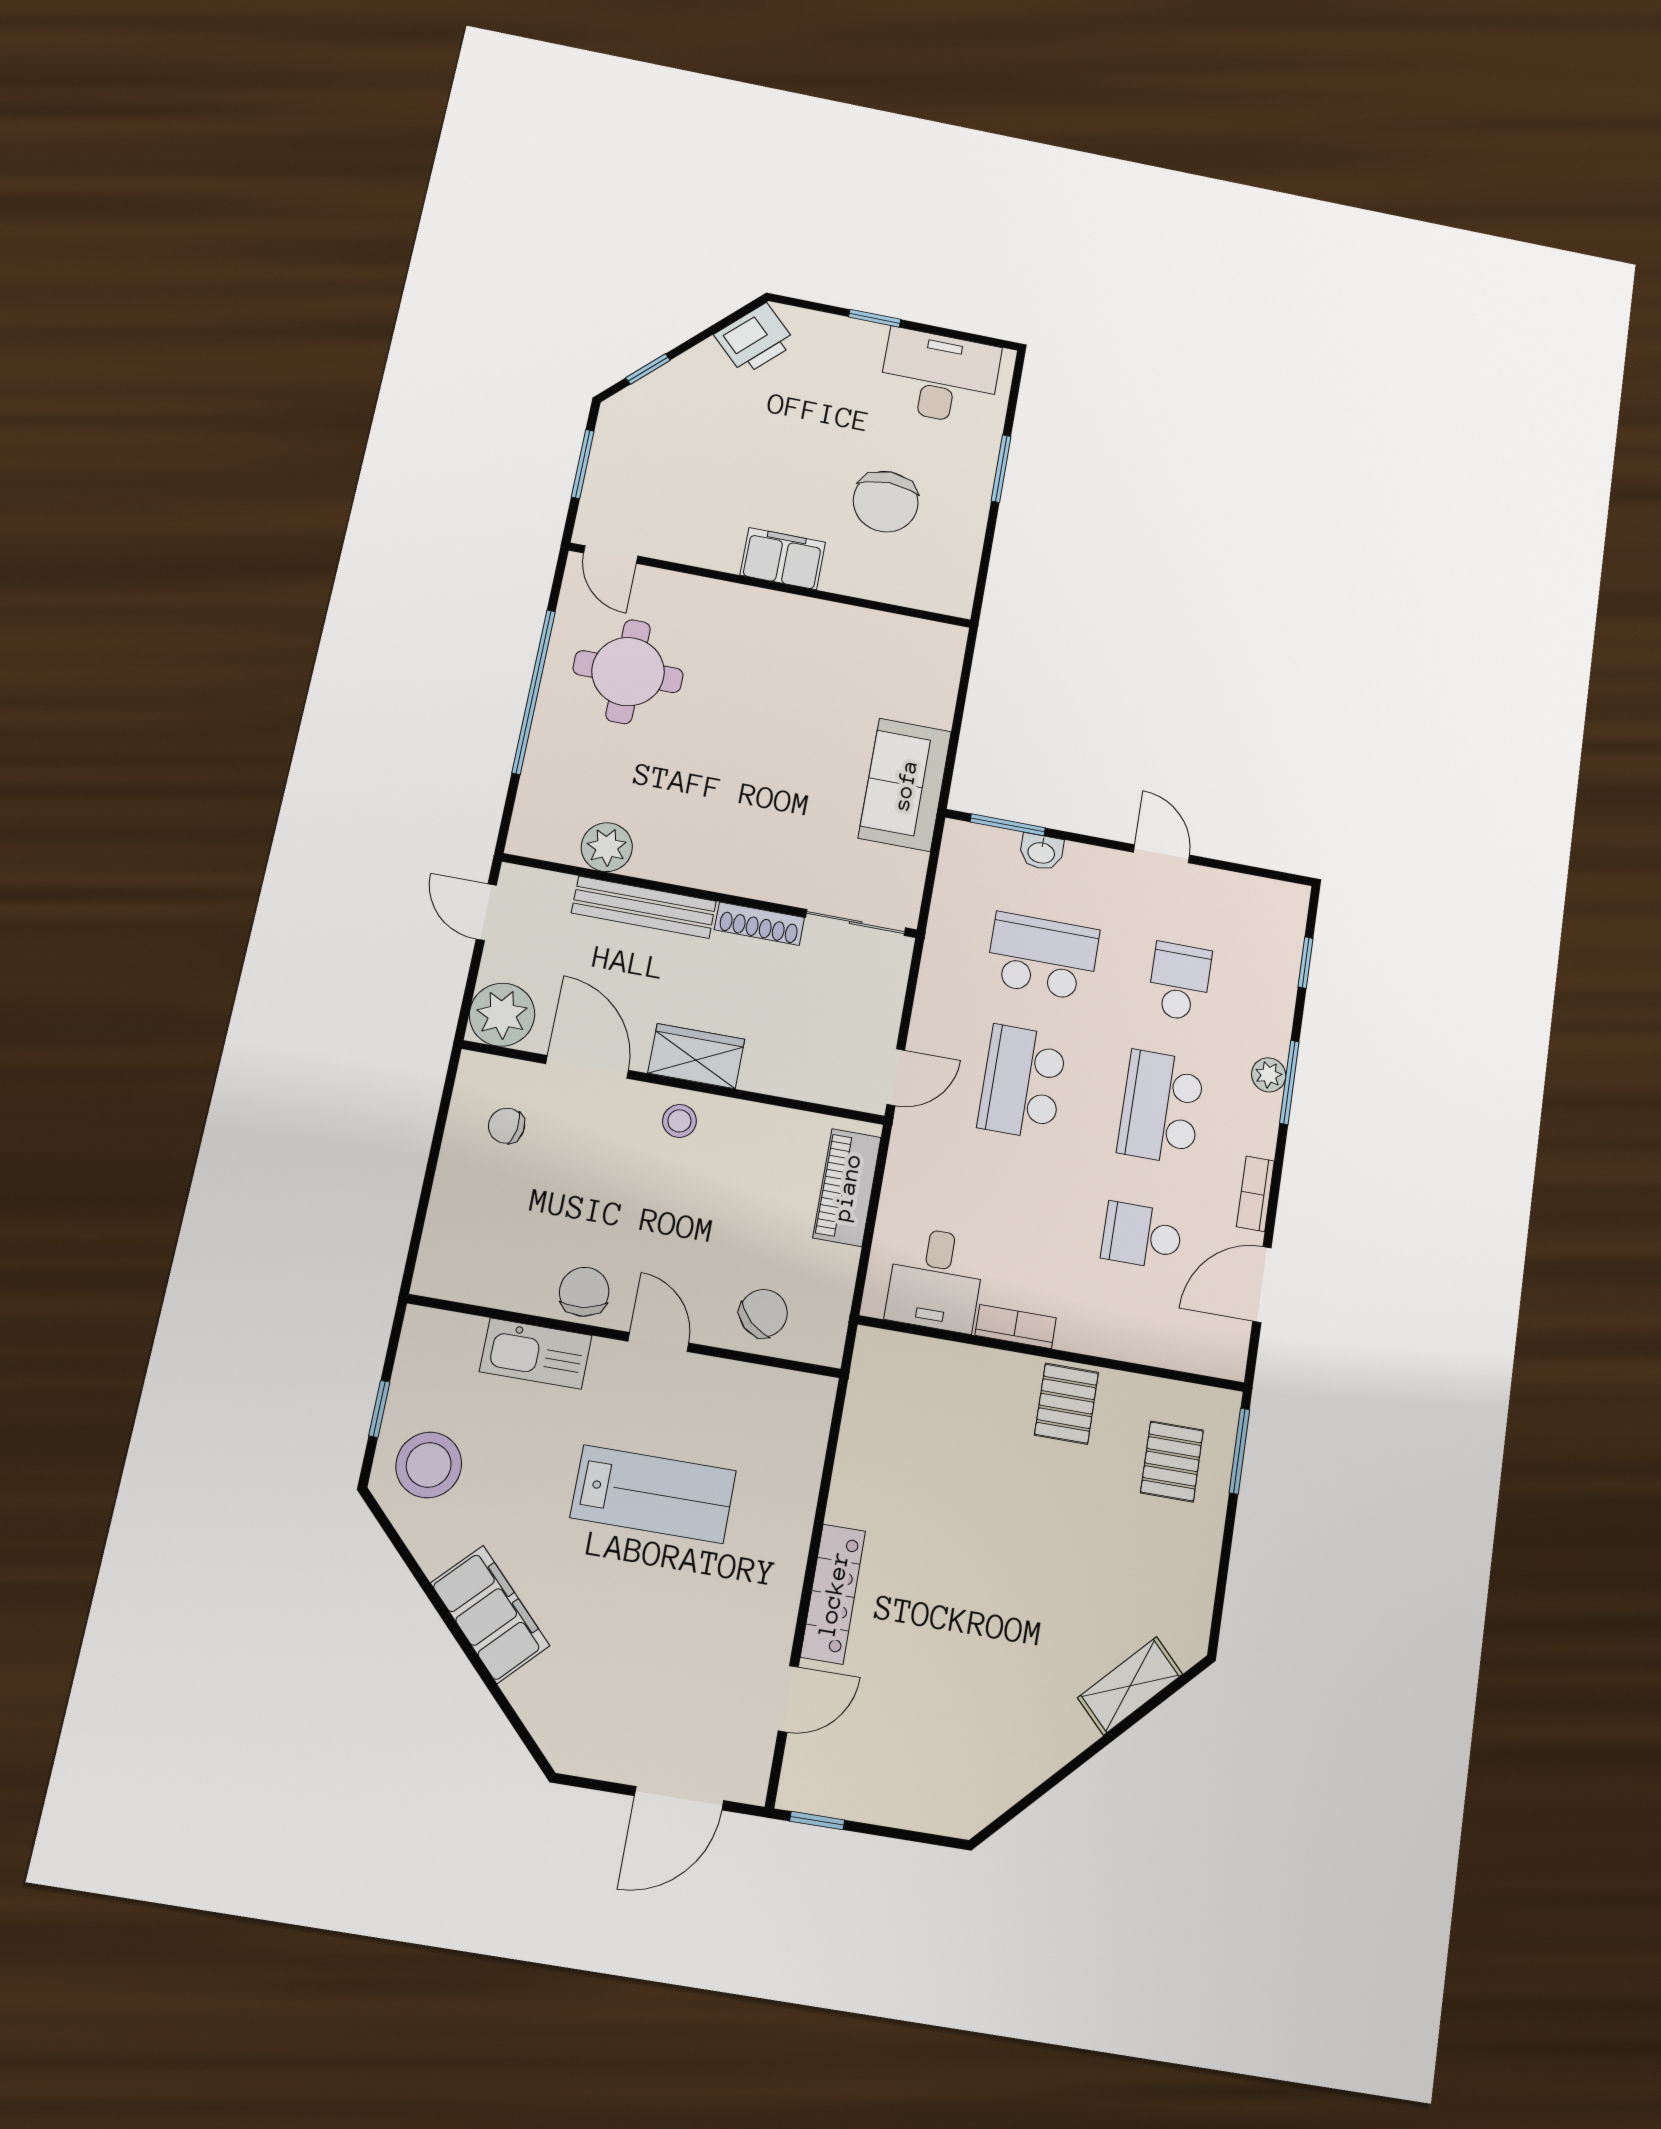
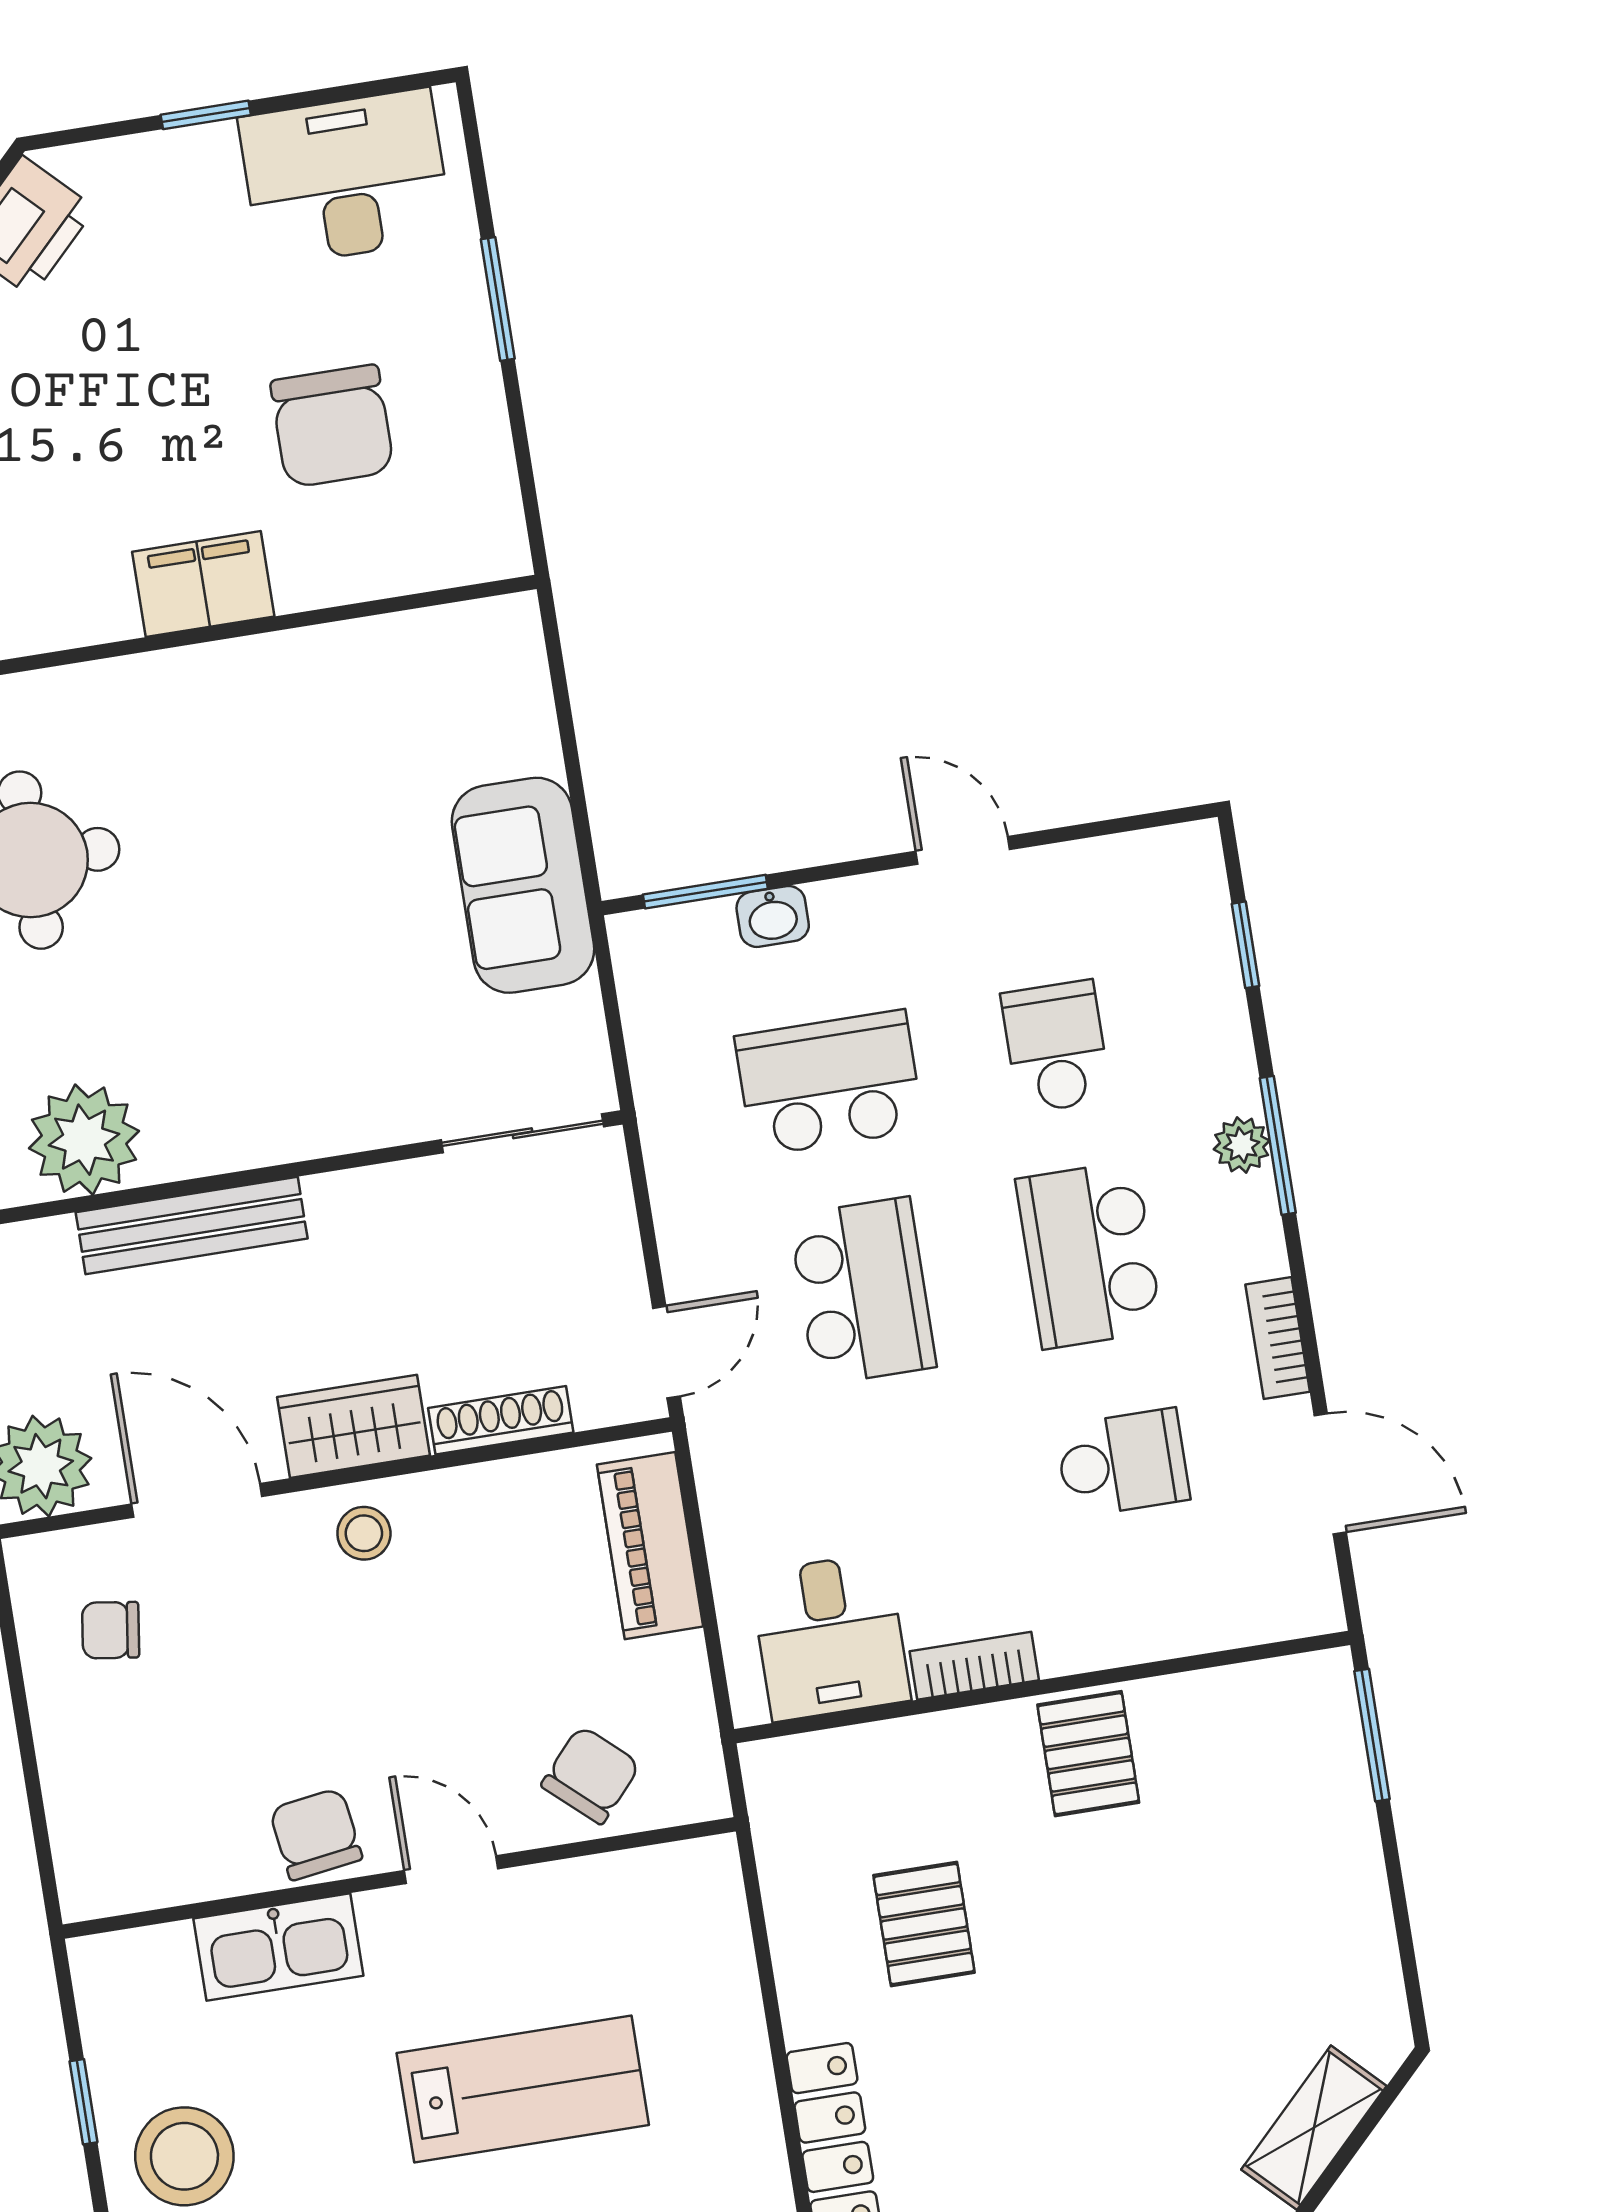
plant: (607, 847) -> (84, 1140), width x1.36, depth x1.36
shoe rack: (759, 924) -> (501, 1420), moved, turned 180
school desk: (1022, 1082) -> (863, 1291), turned 180
school desk: (1142, 1236) -> (1123, 1463), turned 180
door: (1262, 1285) -> (1330, 1474), swing flipped
pallet: (1172, 1461) -> (924, 1924), moved

